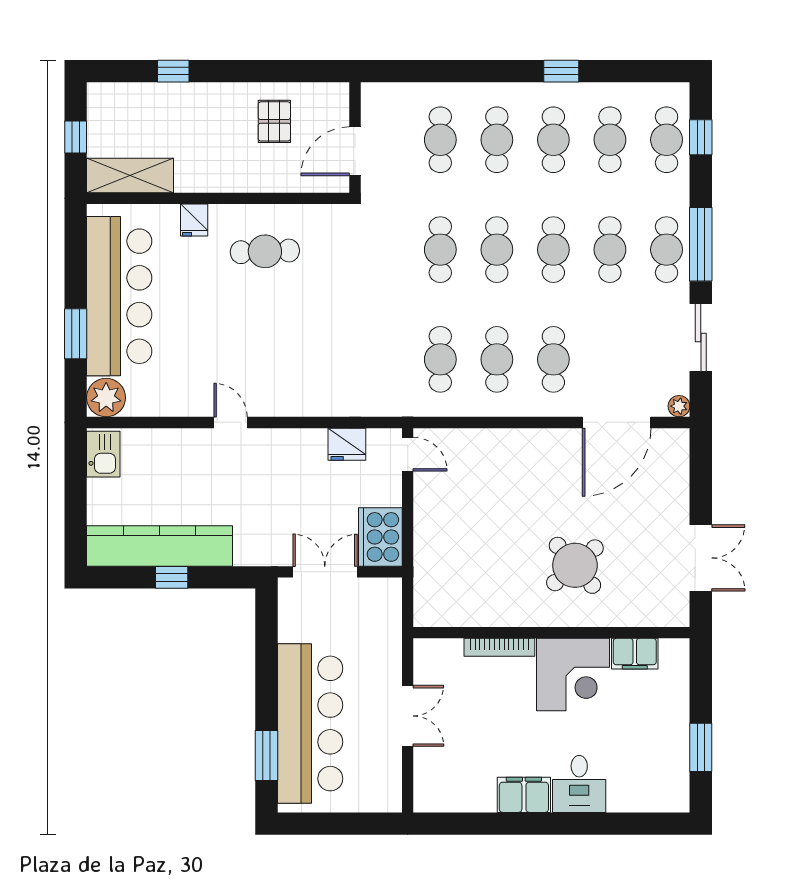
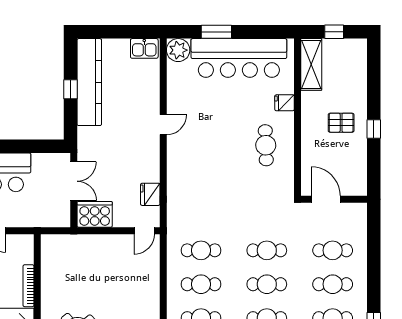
window: (173, 71) -> (374, 129), moved
pallet: (274, 121) -> (341, 123), moved

